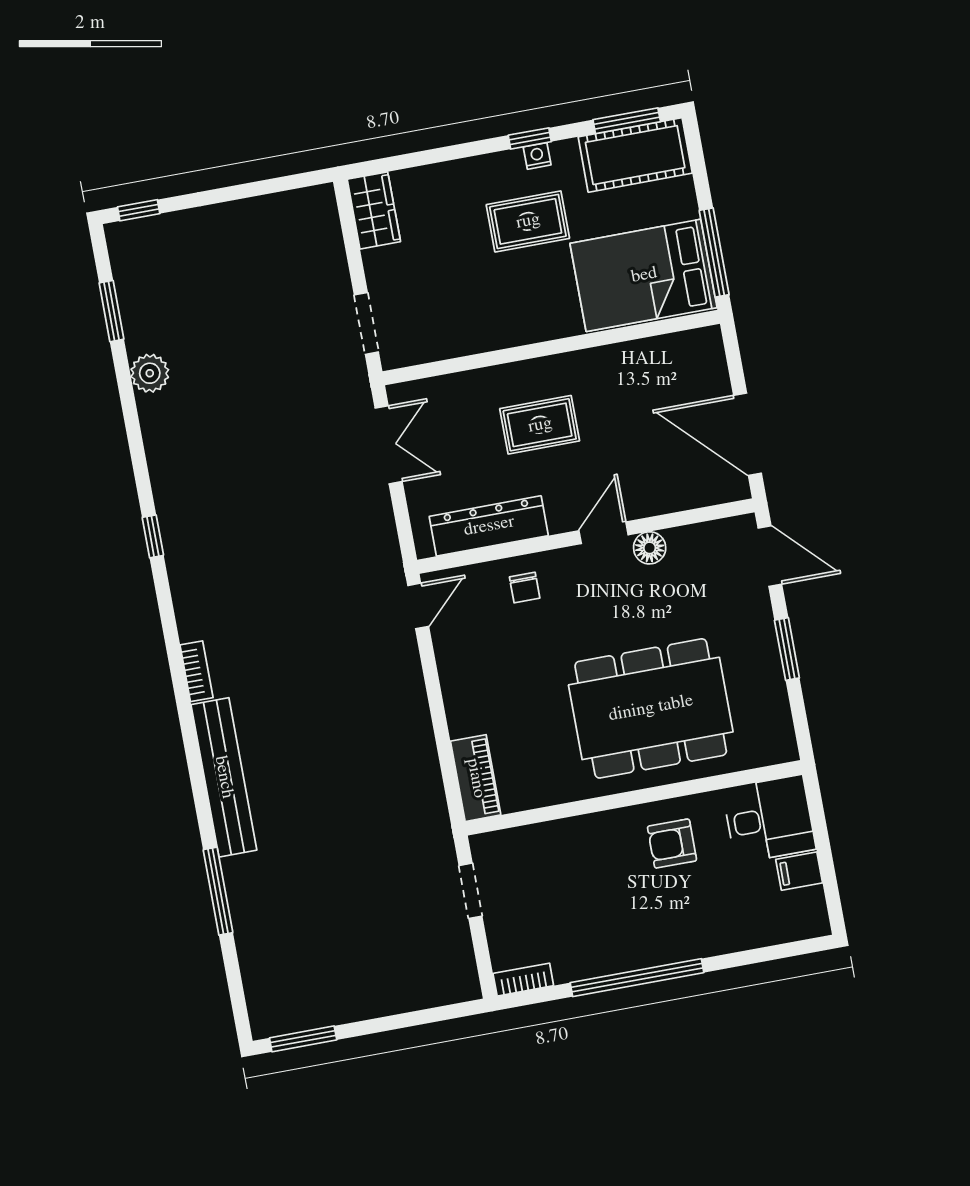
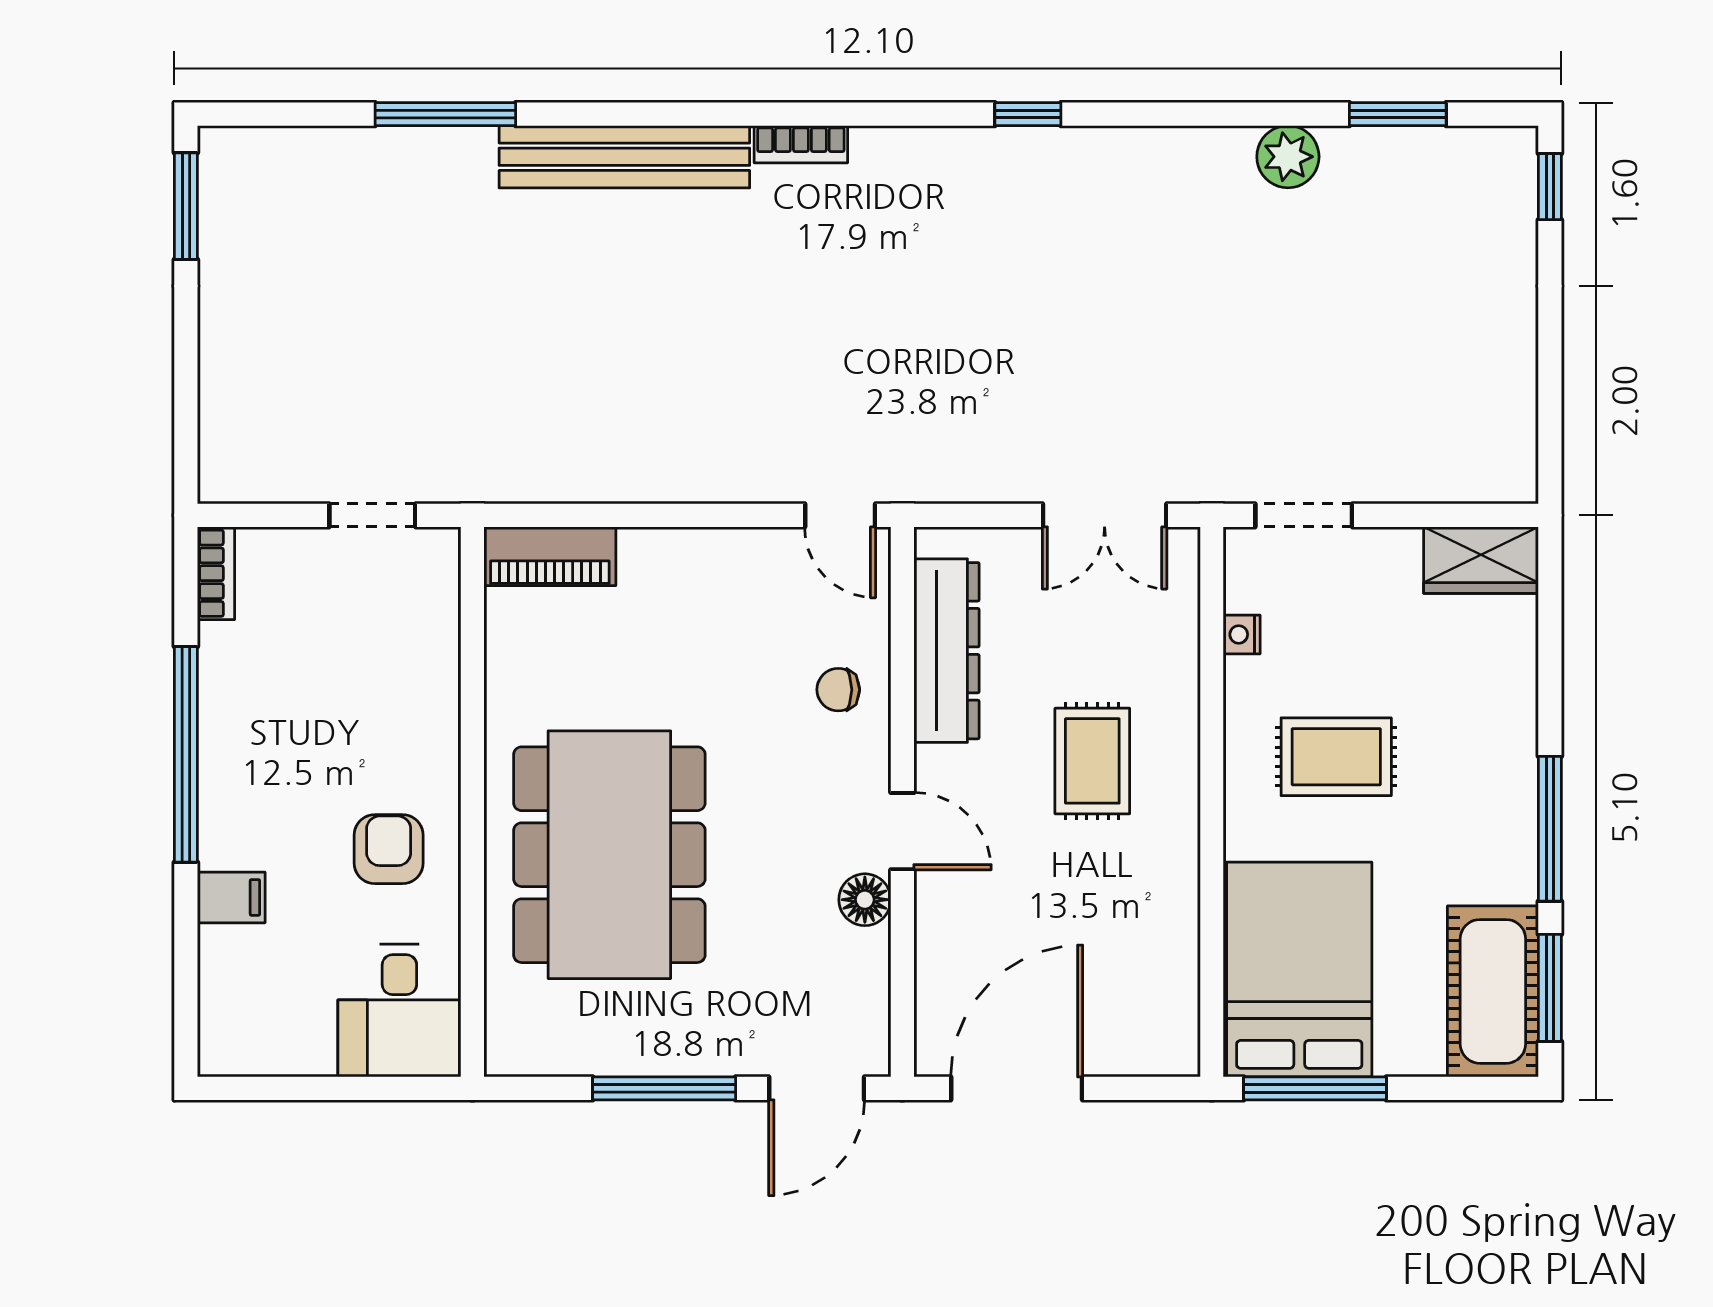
window: (530, 138) -> (1550, 829), width x2.17
nightstand: (537, 156) -> (1242, 634), moved, turned 180
rug: (528, 221) -> (1336, 757), moved, turned 90
window: (787, 649) -> (664, 1088), width x1.44
filing cabinet: (799, 871) -> (231, 897), moved, turned 90

